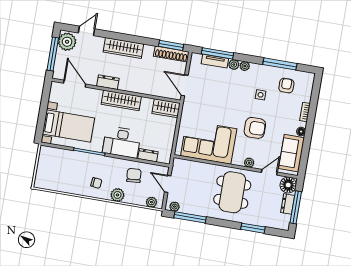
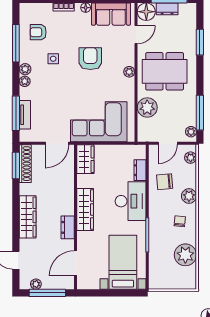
plant: (67, 42) -> (36, 284), width x0.53, depth x0.53
plant: (234, 65) -> (25, 69), moved
corner sofa: (209, 142) -> (99, 122), moved, turned 90
plant: (249, 163) -> (129, 72), moved
plant: (203, 171) -> (147, 108), added
door: (269, 172) -> (136, 35), swing flipped
plant: (66, 183) -> (185, 255), added

